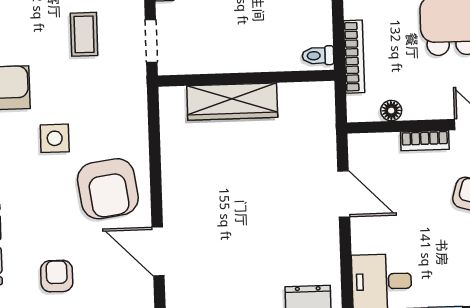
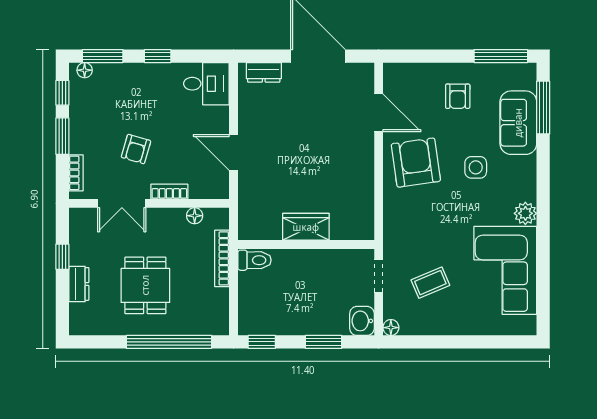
coffee table: (84, 34) -> (430, 283), turned 67
toilet: (318, 56) -> (254, 260), width x1.37, depth x1.39
wardrobe: (232, 102) -> (306, 227), width x0.67
side table: (55, 138) -> (476, 167), moved

